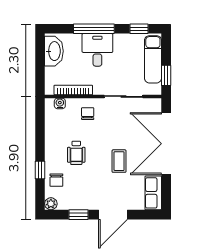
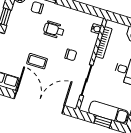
window: (166, 75) -> (103, 122), moved
chair: (88, 114) -> (71, 55), moved

